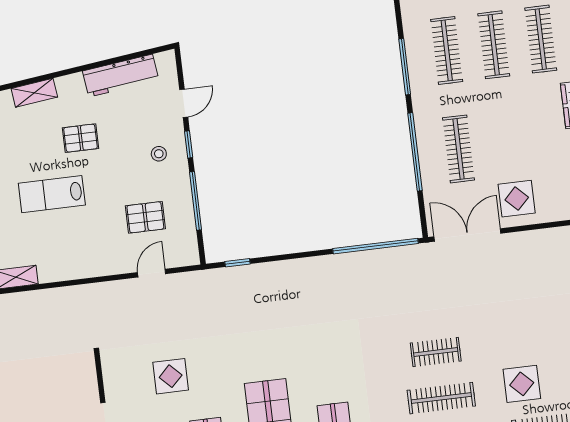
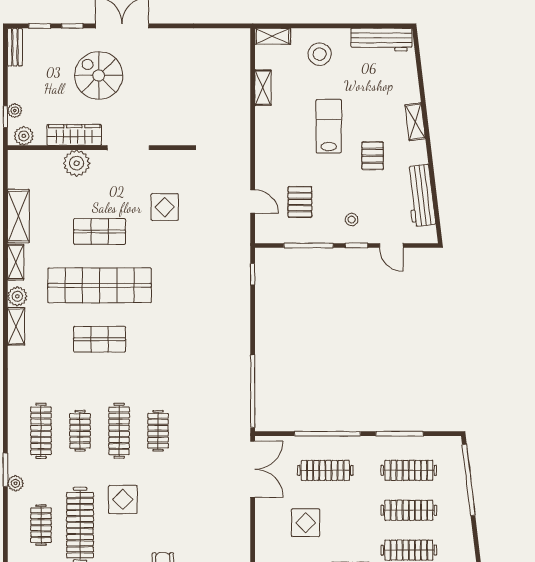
display table: (517, 199) -> (306, 523), moved

